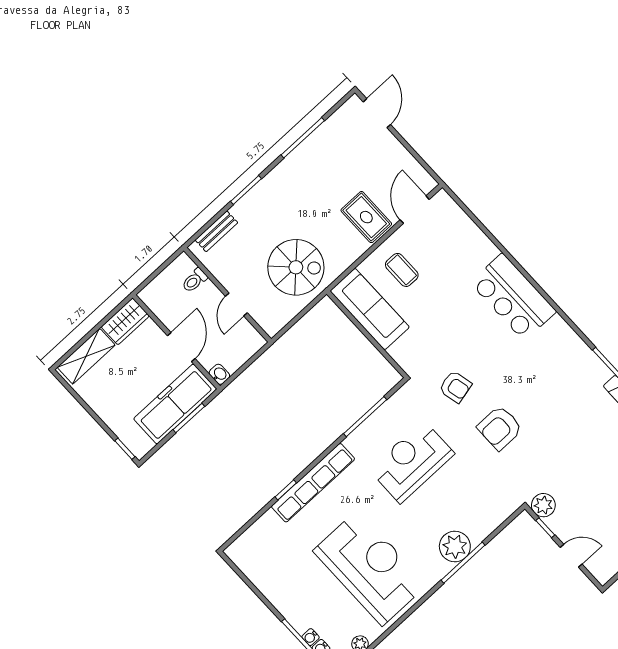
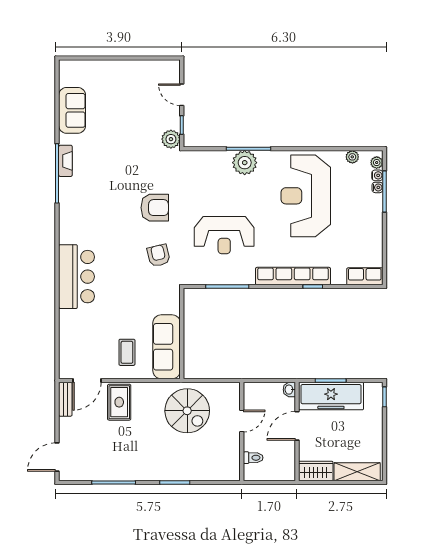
bench: (216, 231) -> (65, 399), moved, turned 90
spiral stairs: (296, 267) -> (187, 411), turned 180
row of seats: (246, 544) -> (365, 276), added

